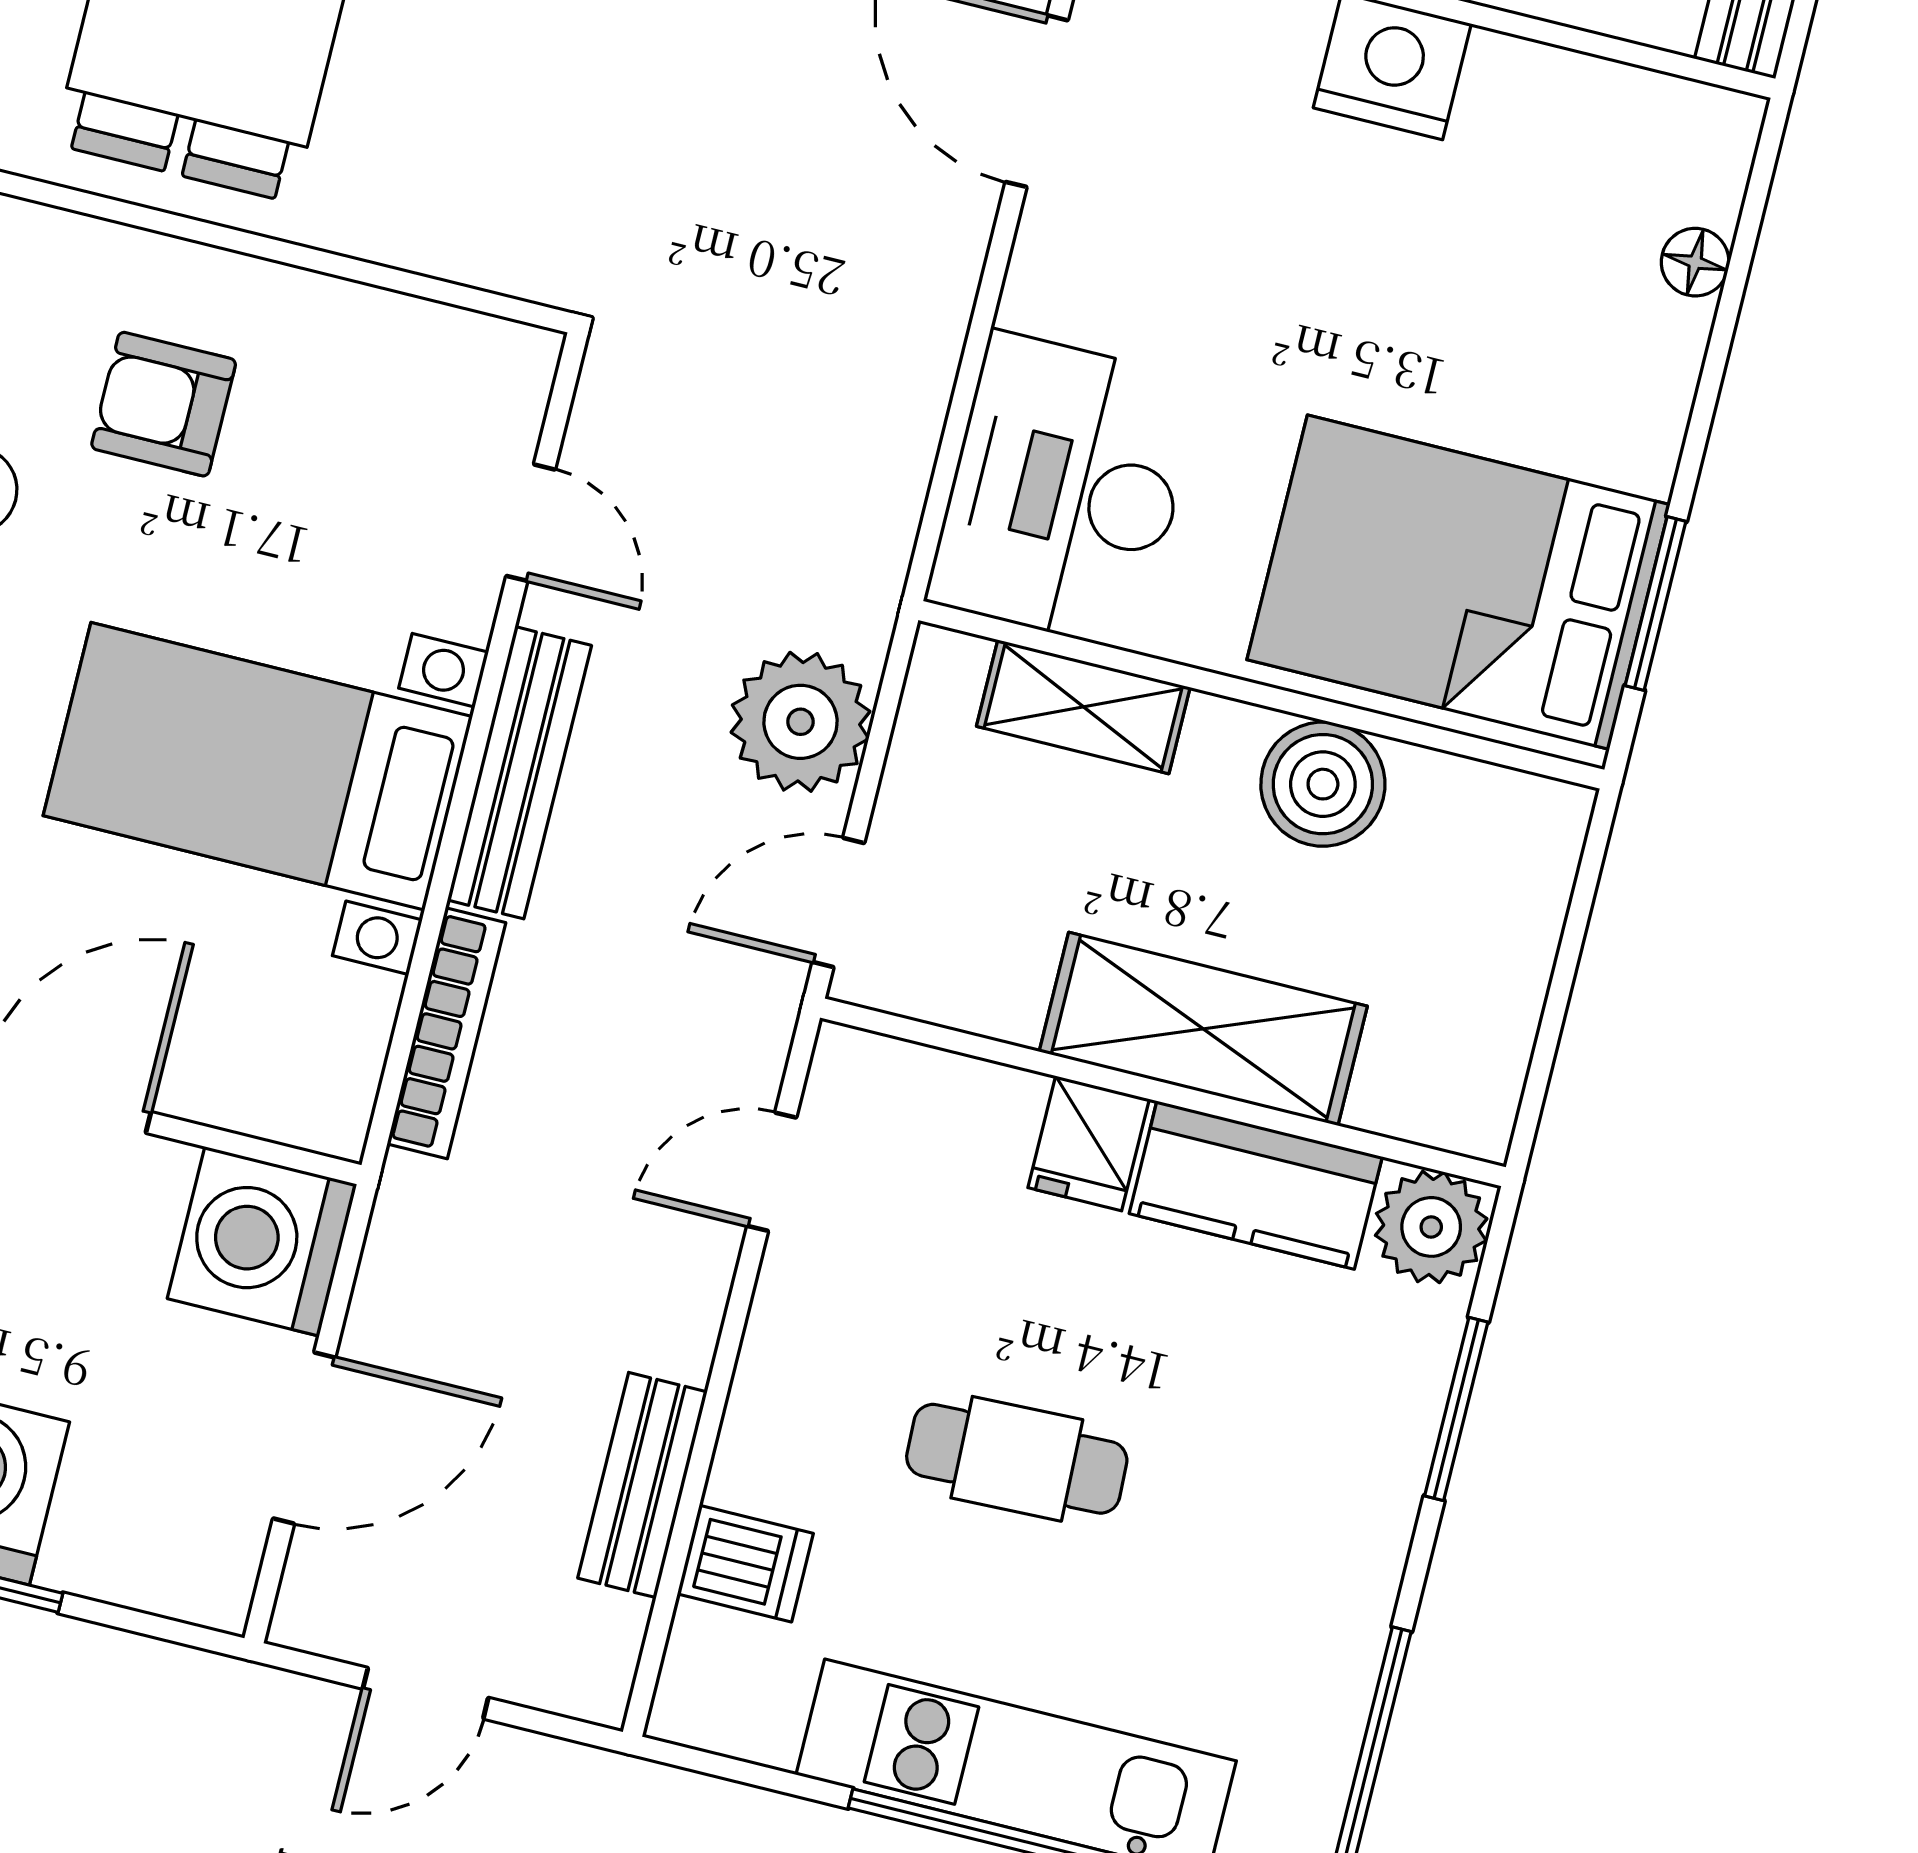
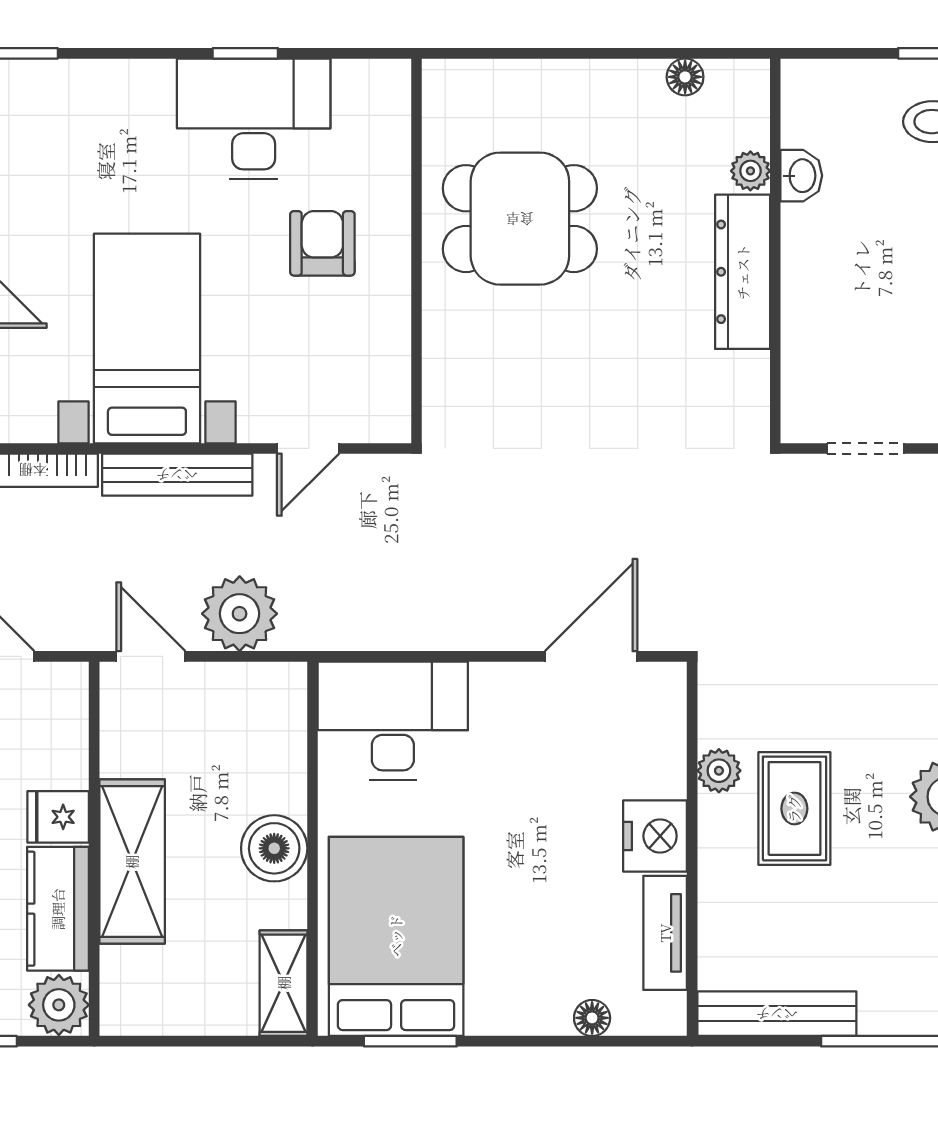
tv unit: (1573, 91) -> (665, 933), added
shelving: (1083, 707) -> (284, 983), moved
boiler: (1323, 784) -> (274, 848), moved

